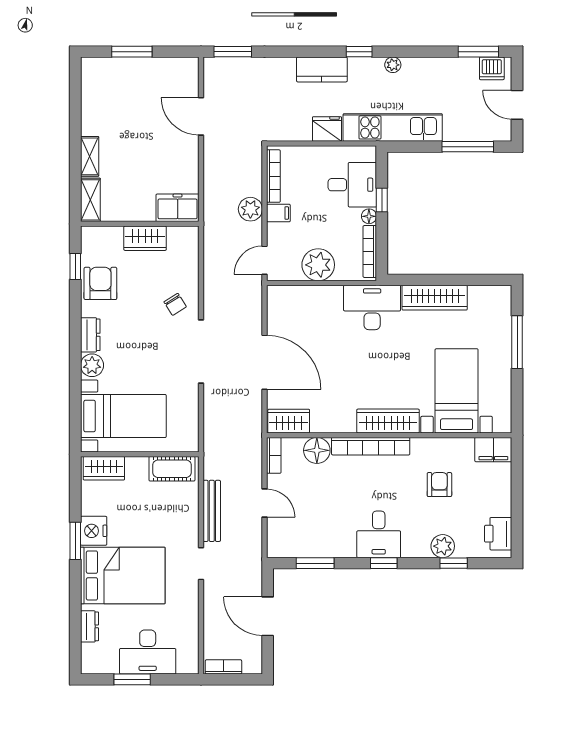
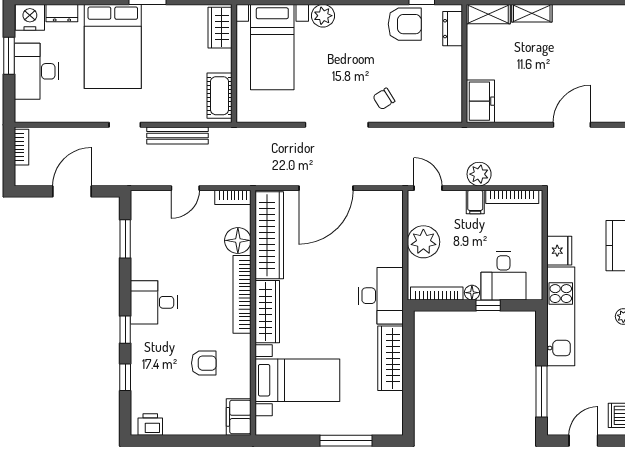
wardrobe: (145, 238) -> (450, 69), removed
dresser: (90, 335) -> (453, 29), moved, turned 90
wardrobe: (289, 421) -> (269, 235), width x2.10, depth x1.17
nightstand: (94, 531) -> (30, 17), moved
printer: (498, 534) -> (150, 424), width x0.73, depth x0.81
plant: (443, 546) -> (142, 366), removed
window: (384, 563) -> (125, 330), moved

